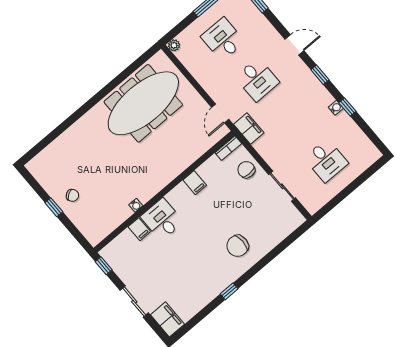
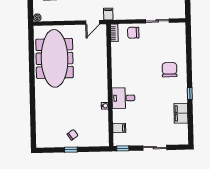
door: (220, 113) -> (93, 22), hinge flipped
filing cabinet: (249, 129) -> (108, 14), width x0.50
filing cabinet: (195, 183) -> (118, 65), removed
filing cabinet: (139, 229) -> (119, 128), moved
chair: (238, 246) -> (169, 70), turned 180
filing cabinet: (167, 319) -> (181, 113), moved, turned -90

